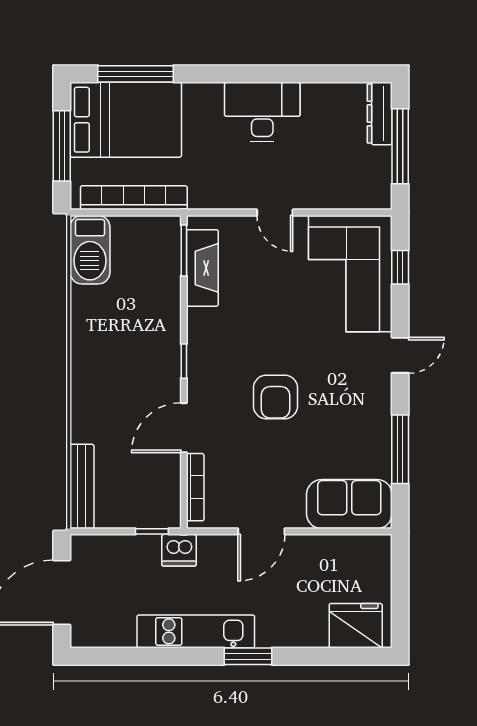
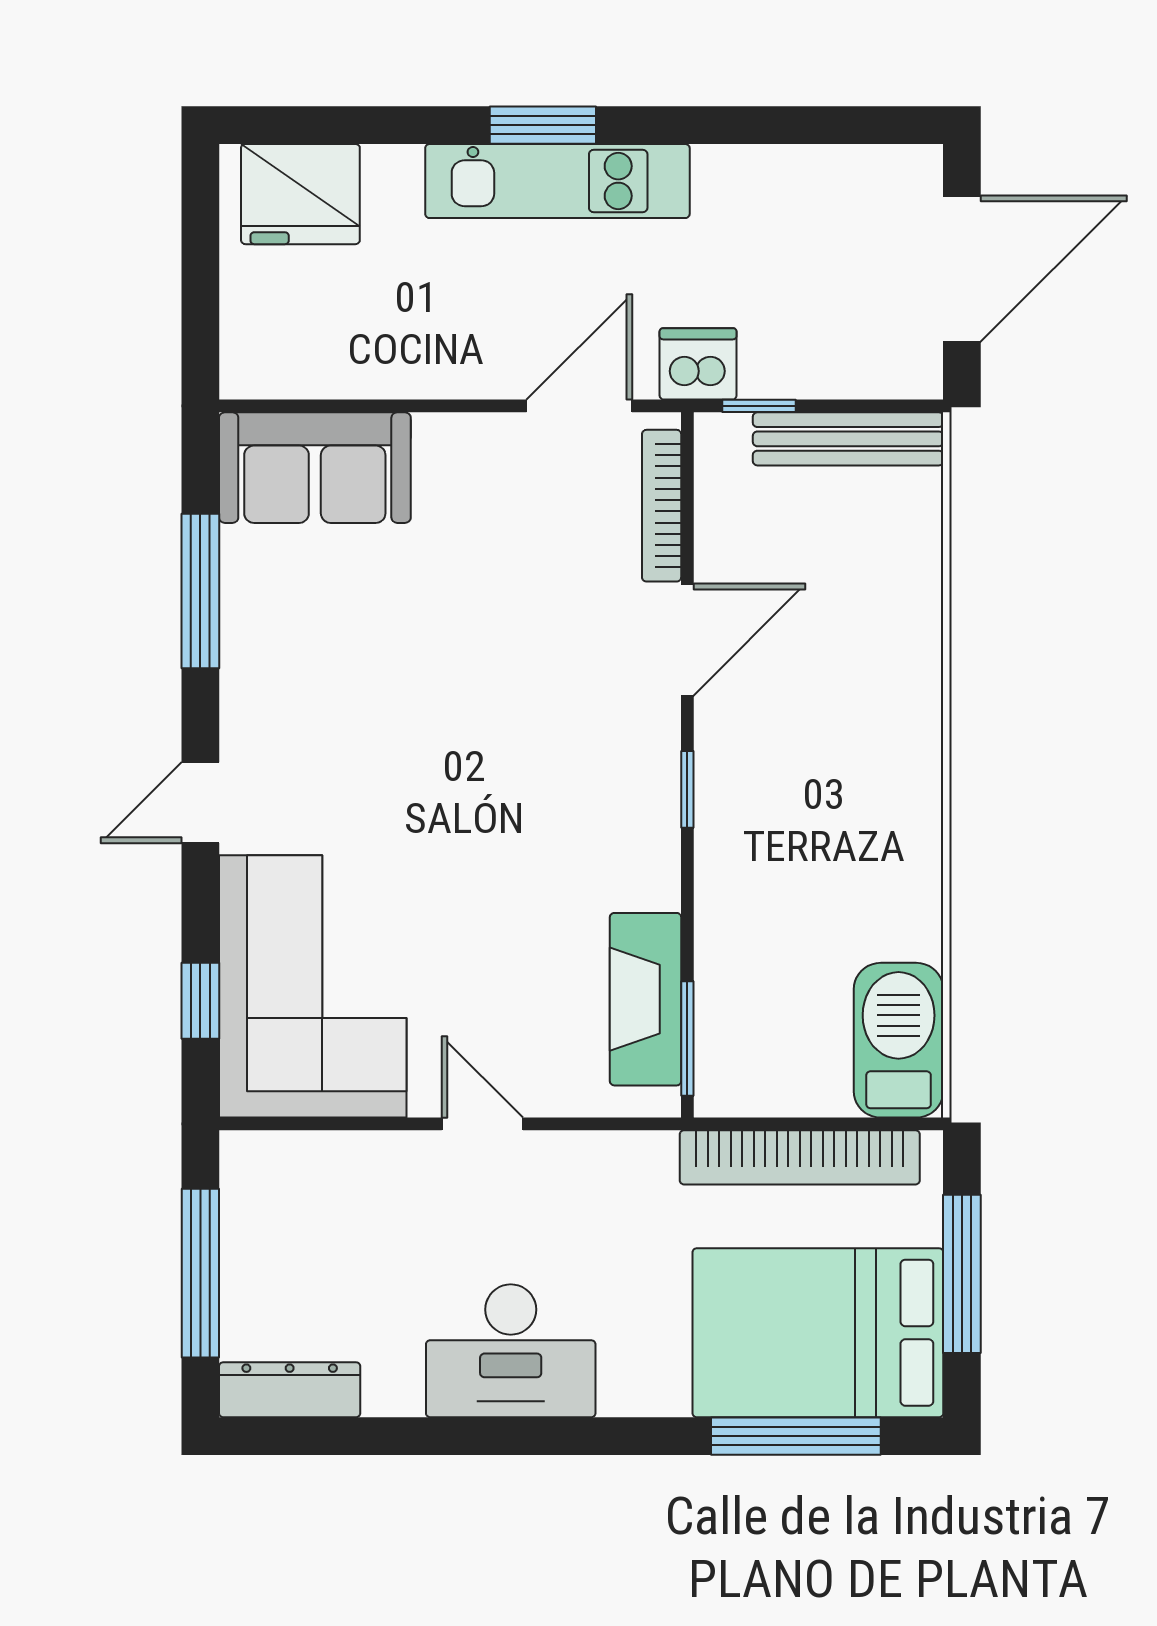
dresser: (380, 114) -> (290, 1390), moved, turned -90
armchair: (275, 397) -> (481, 709), removed
bench: (82, 486) -> (848, 439), moved, turned 90
door: (261, 531) -> (579, 406), moved
kitchen unit: (196, 631) -> (557, 181), moved

